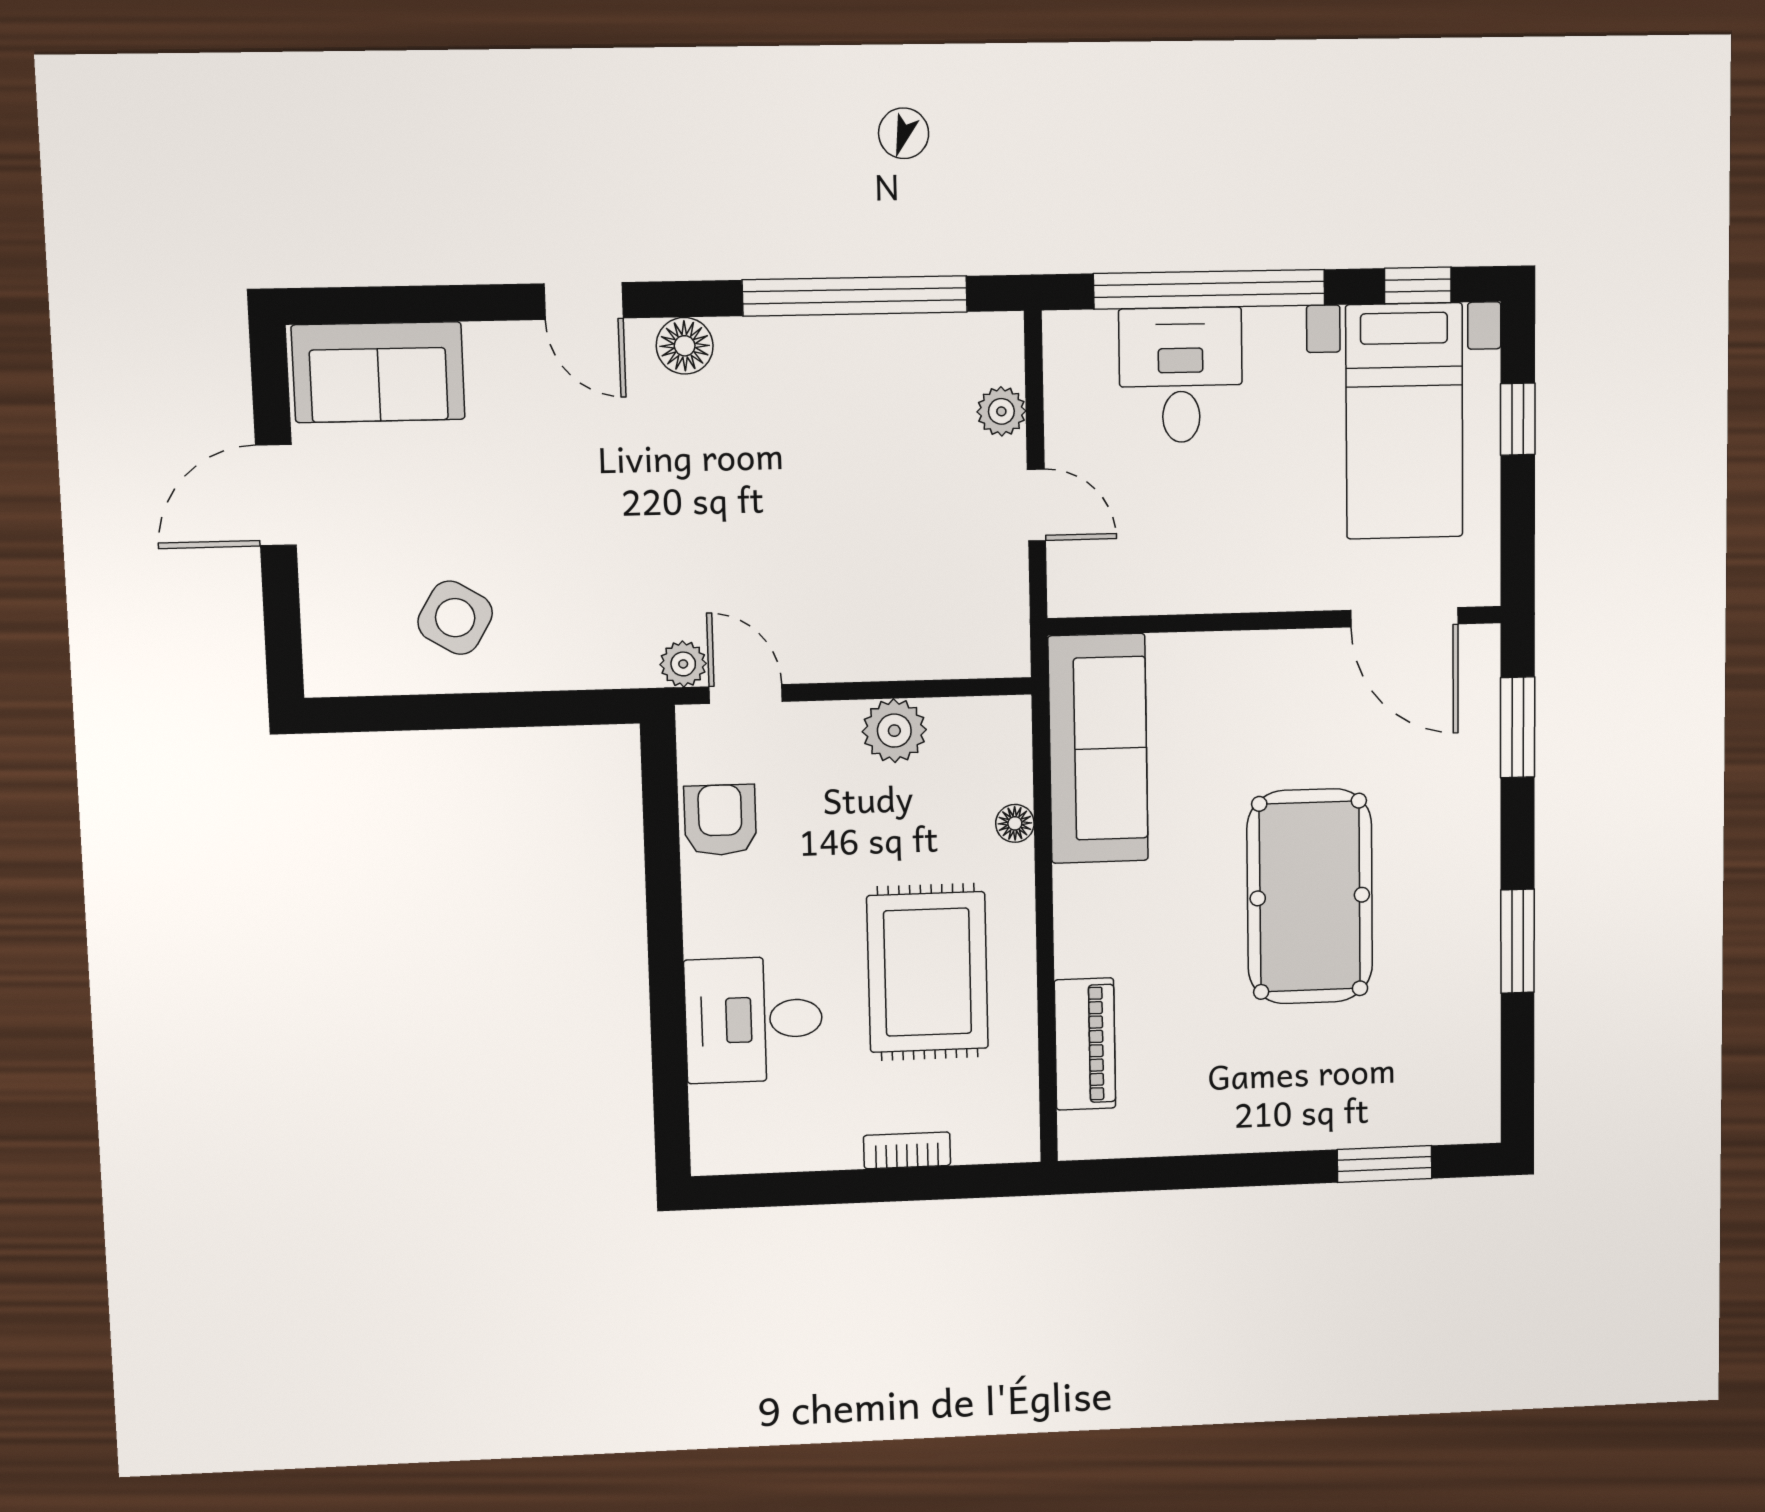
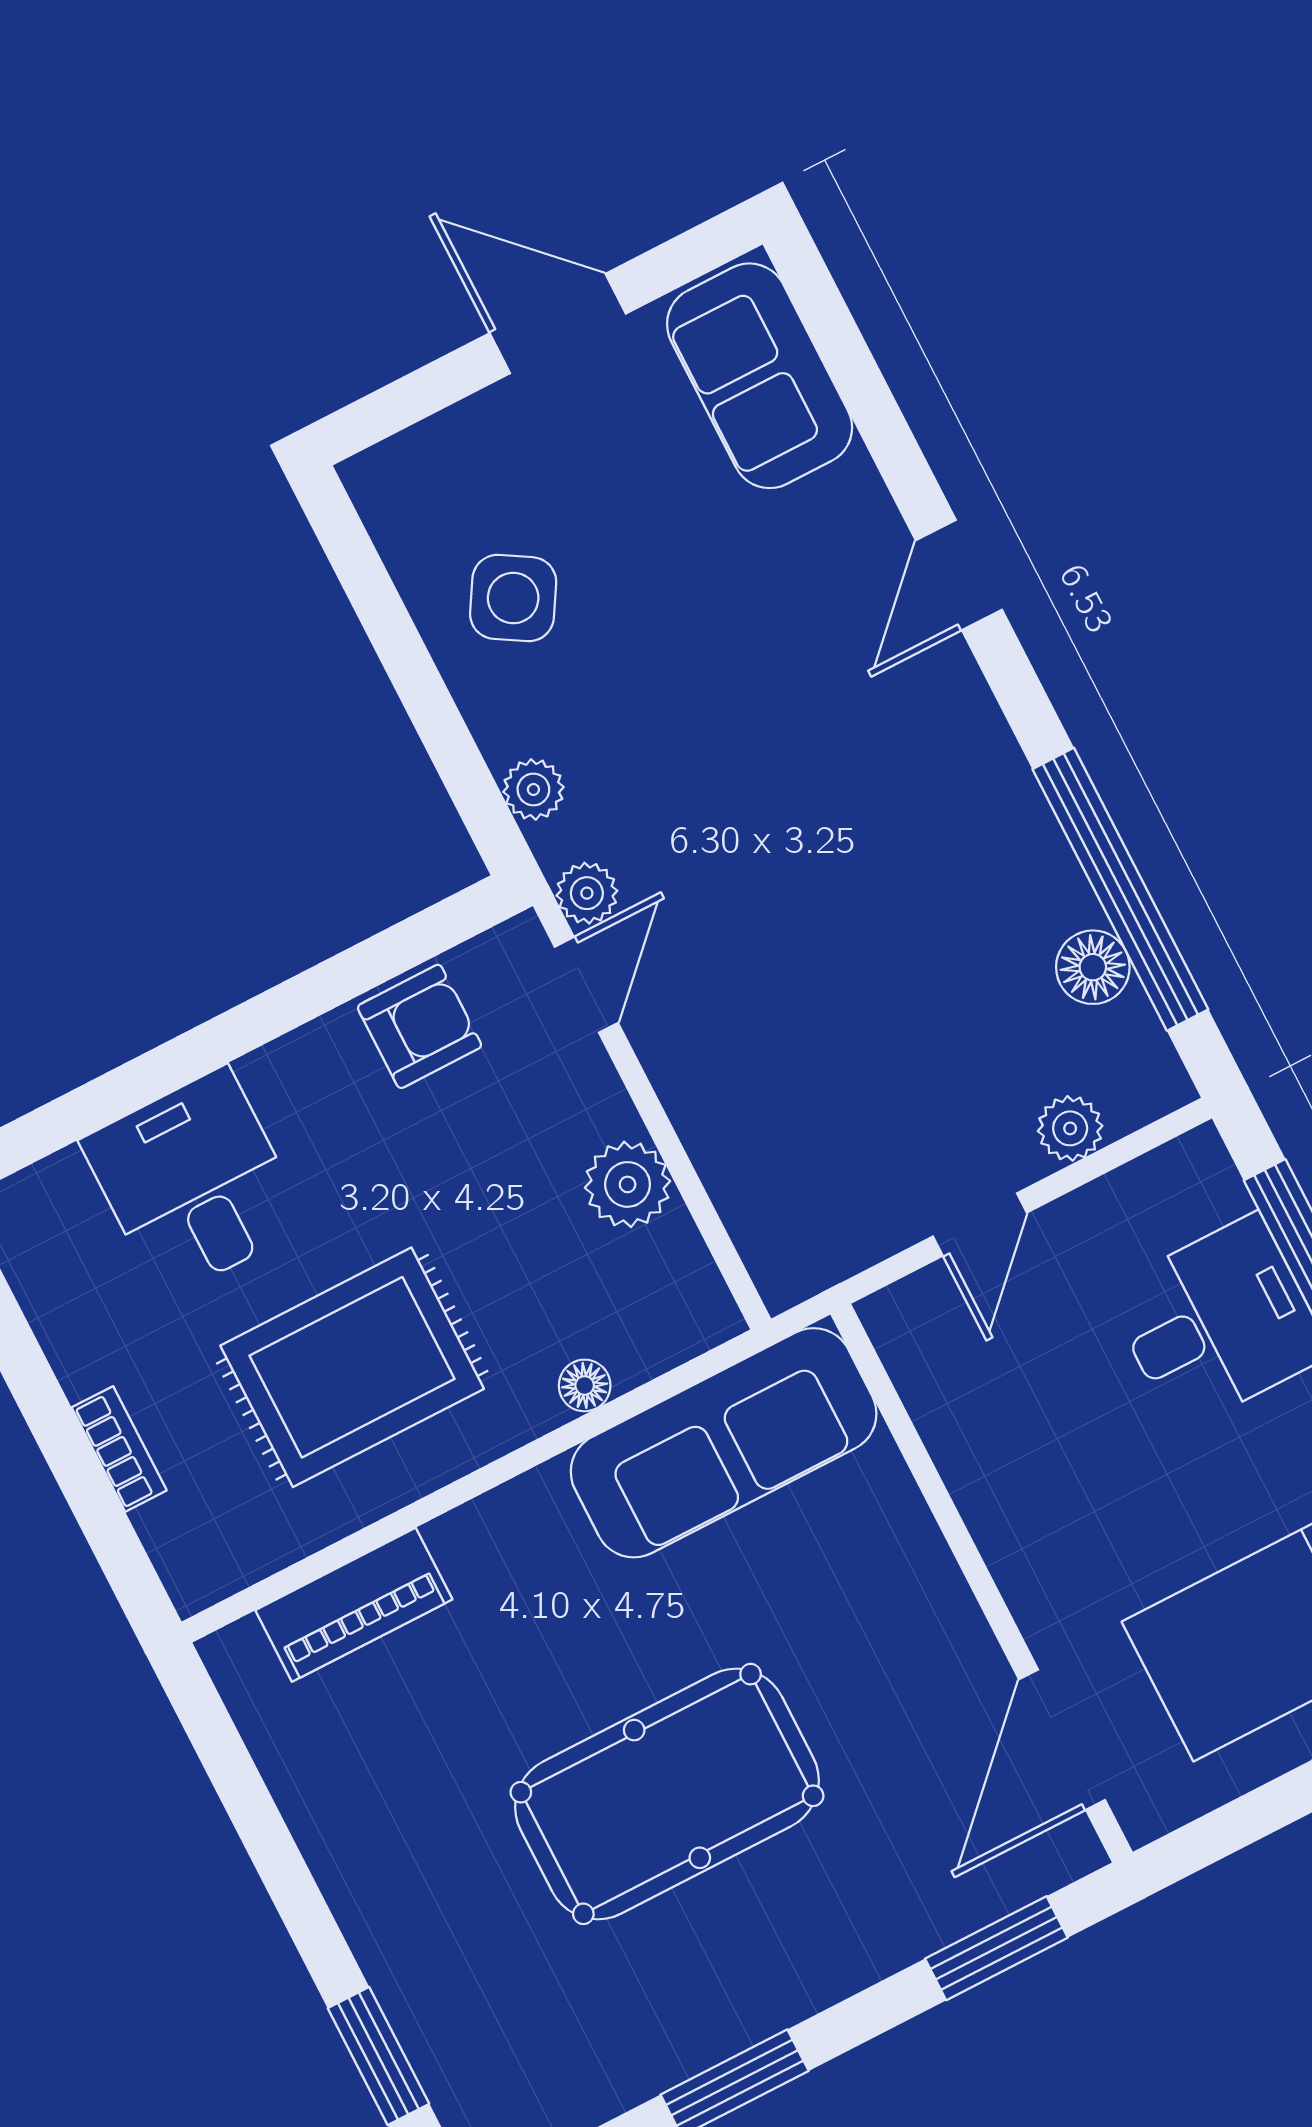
floor lamp: (685, 346) -> (1093, 967), moved
plant: (595, 667) -> (533, 789), added

